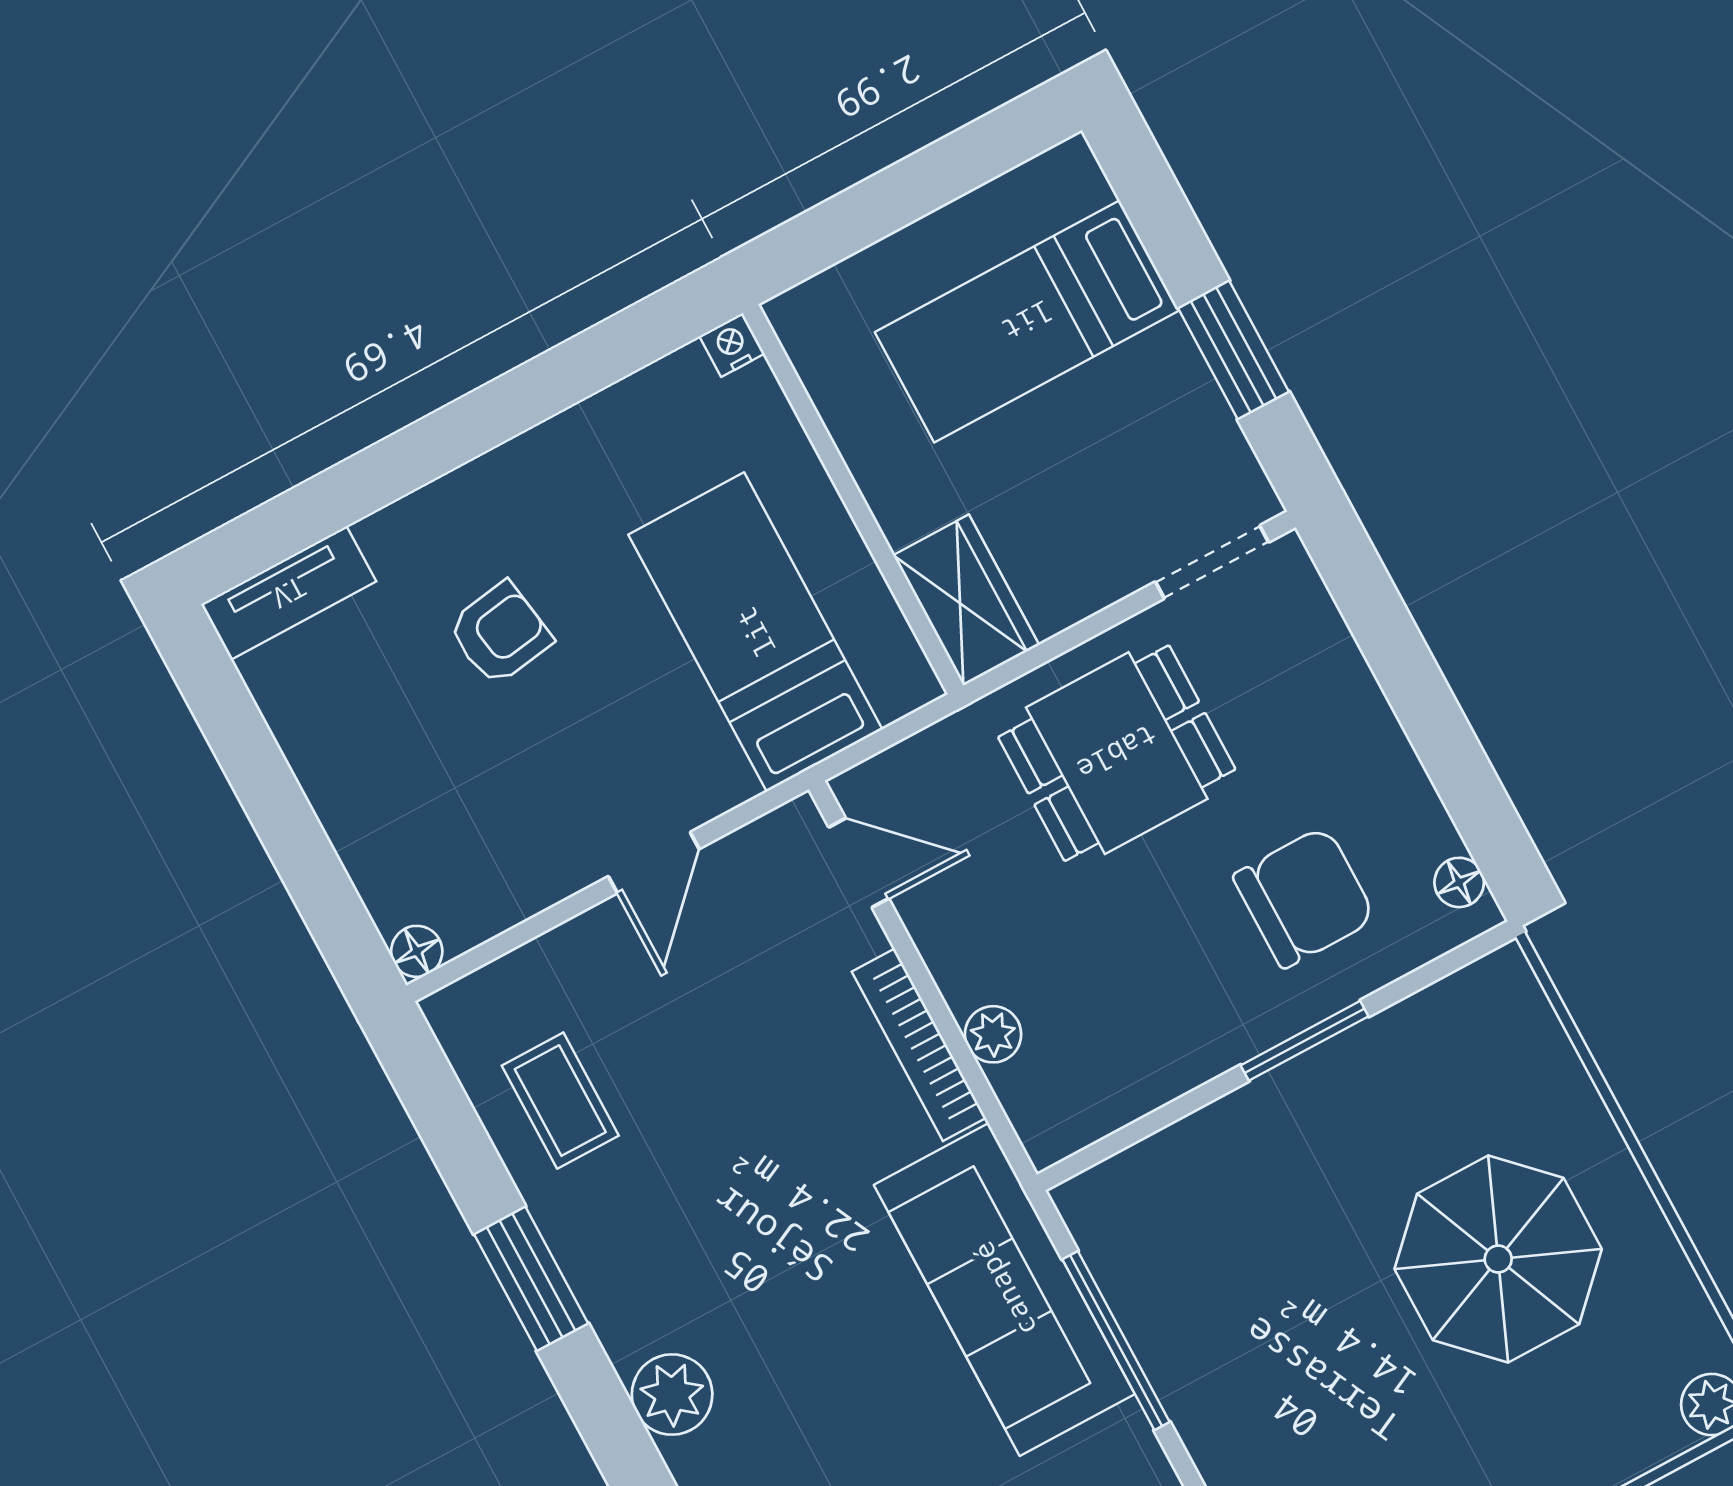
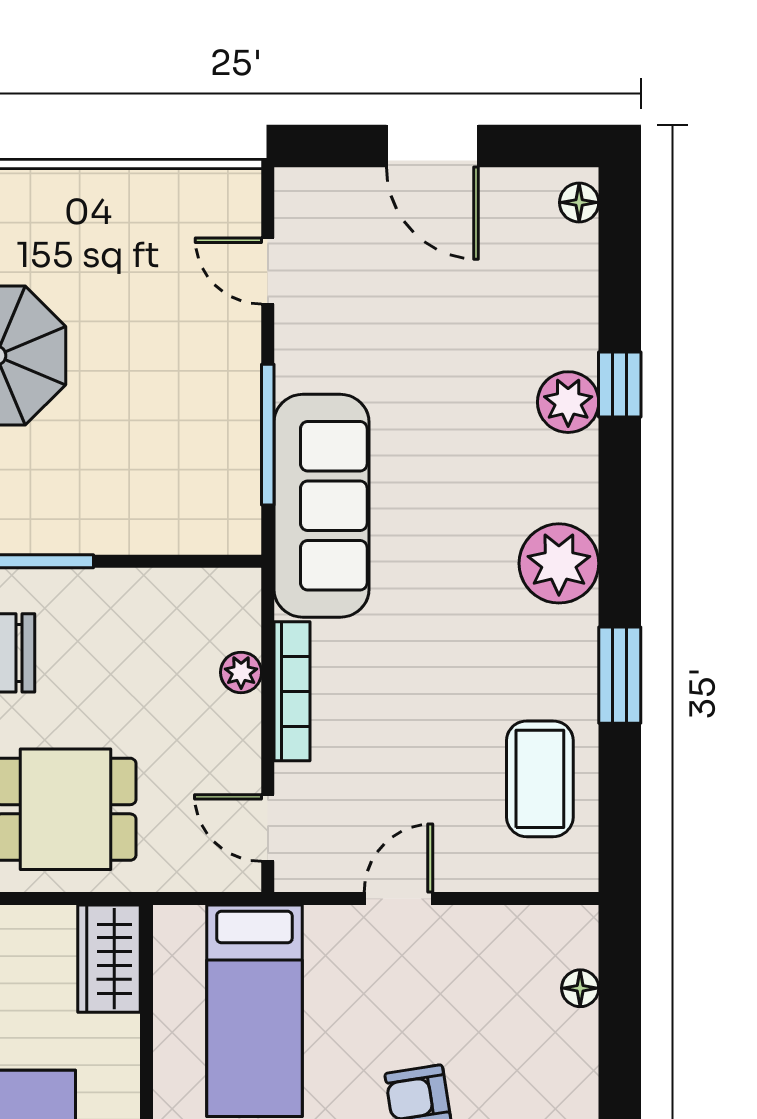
floor lamp: (417, 951) -> (580, 988), moved
coffee table: (560, 1101) -> (540, 779), width x1.36, depth x1.30
plant: (672, 1395) -> (559, 563), width x1.36, depth x1.36

